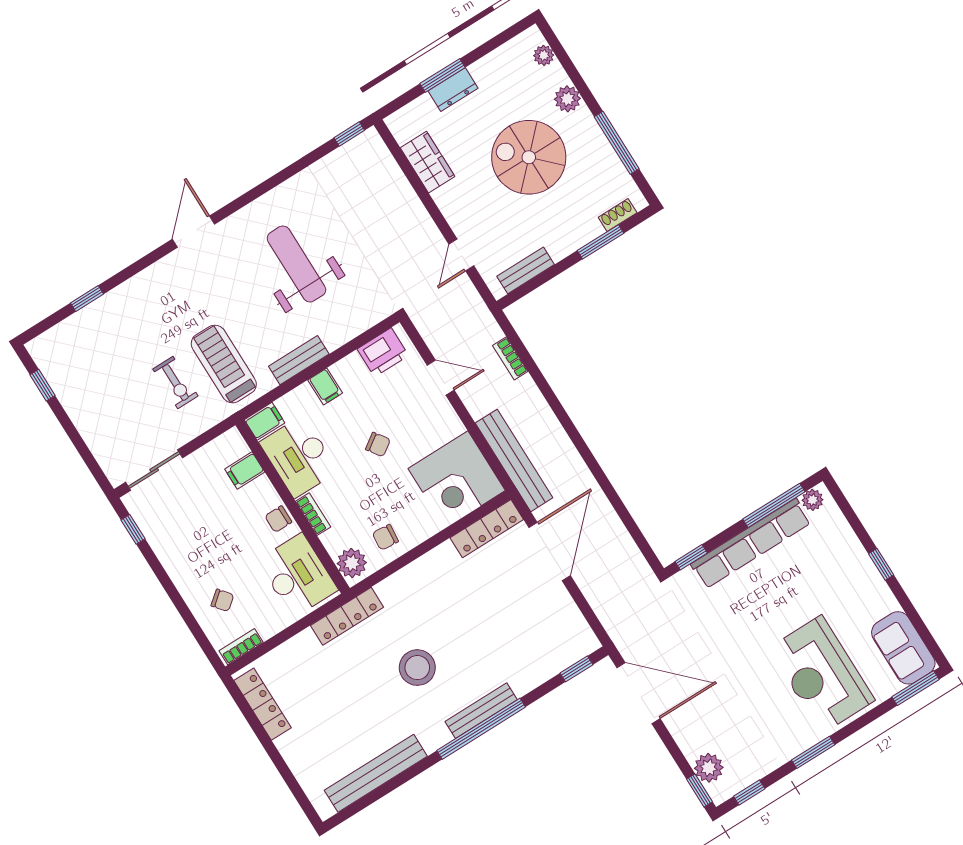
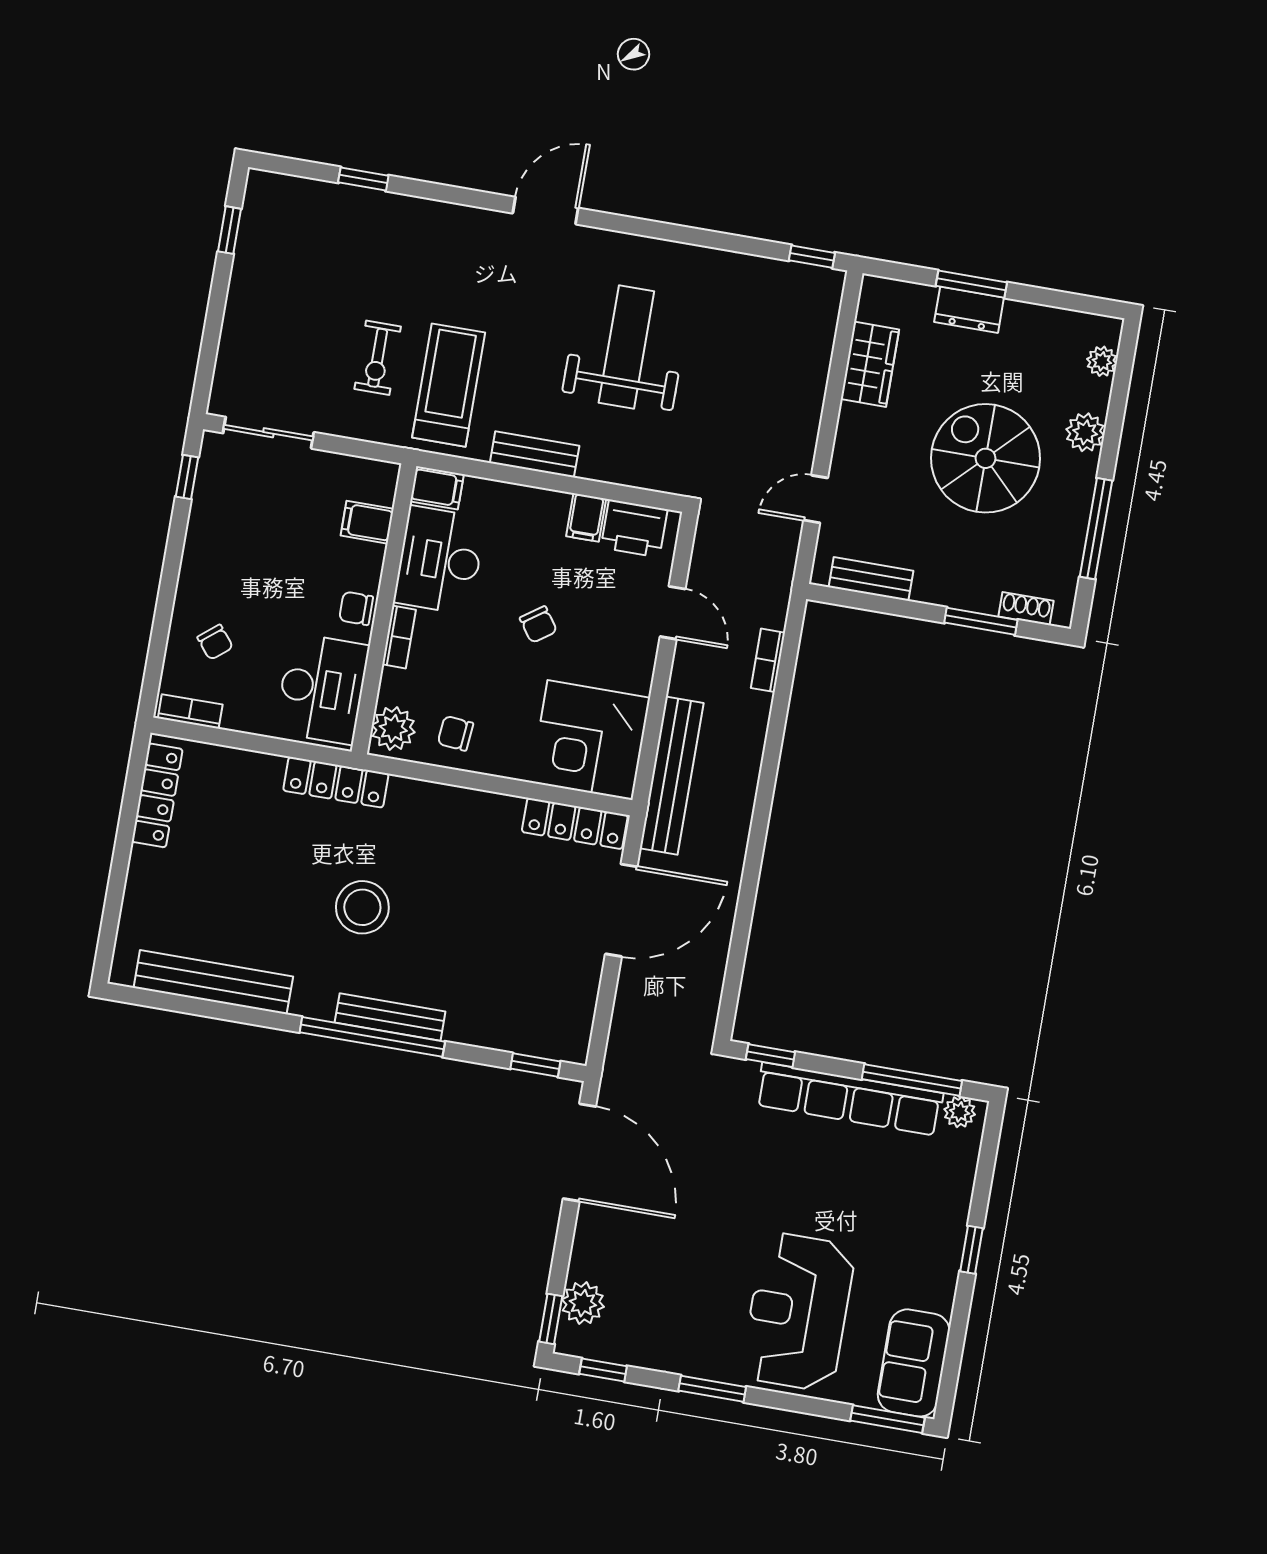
filing cabinet: (325, 386) -> (586, 518), moved

